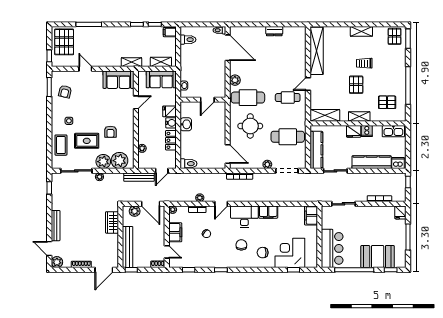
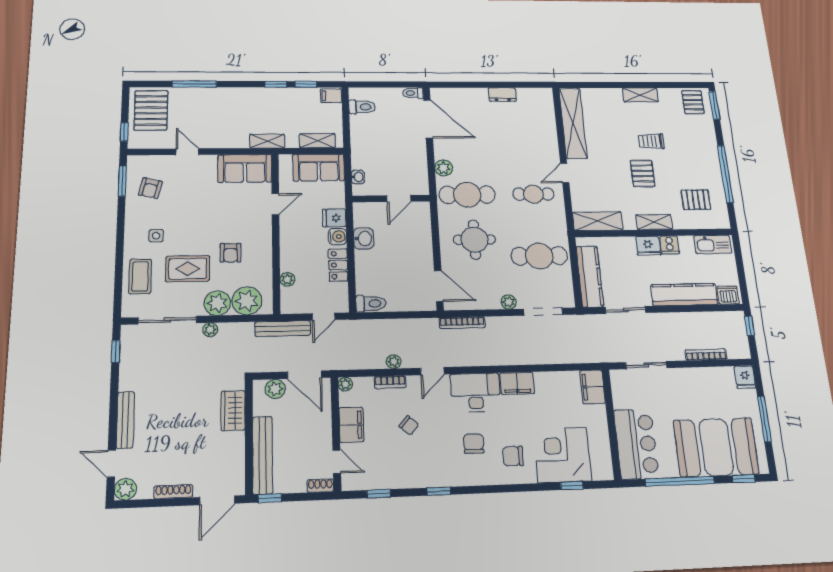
booth: (378, 257) -> (716, 447), width x1.36, depth x1.42

